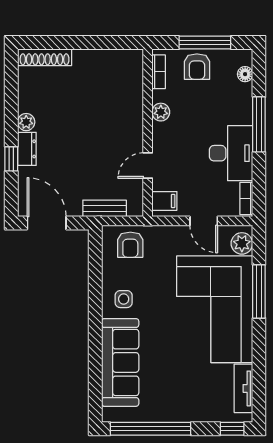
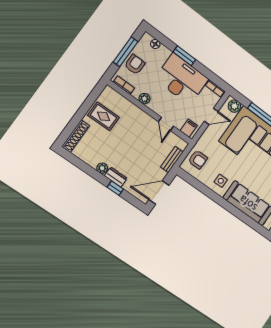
armchair: (197, 67) -> (135, 65), turned -90
rug: (97, 75) -> (103, 116), added
window: (259, 124) -> (184, 56), width x0.69
desk: (231, 153) -> (182, 79), width x1.36, depth x1.30

